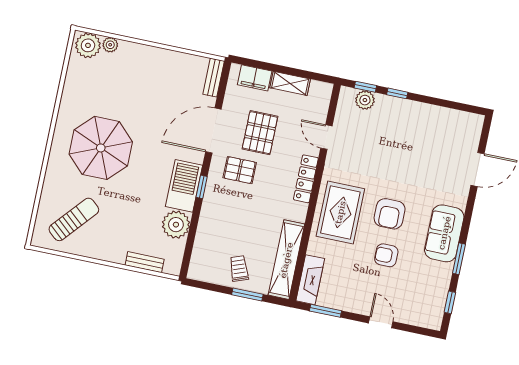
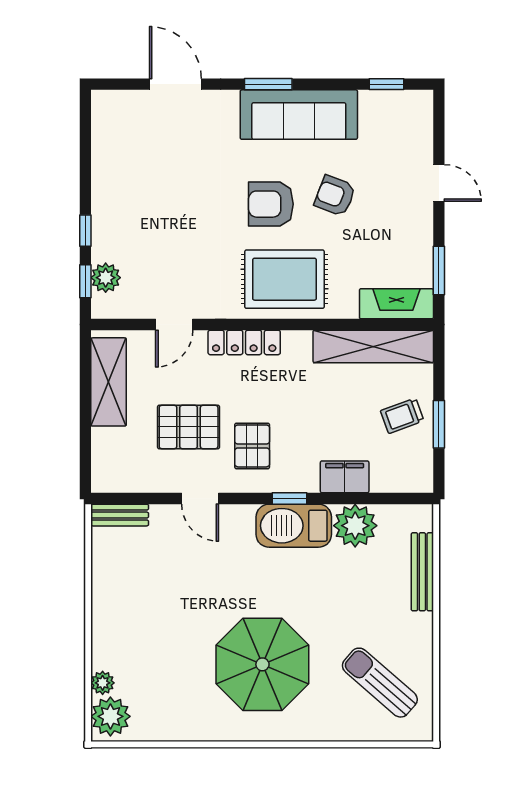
filing cabinet: (255, 78) -> (345, 477), moved, turned -90
shelving: (290, 83) -> (108, 382), width x1.50, depth x1.33
door: (213, 130) -> (200, 498), width x0.53
armchair: (390, 214) -> (271, 204), turned 180
sofa: (444, 233) -> (299, 115), width x1.36
armchair: (386, 255) -> (335, 196), turned 111
window: (459, 259) -> (268, 84), moved
bench: (145, 262) -> (422, 572), width x1.36
window: (247, 294) -> (439, 424), moved
door: (381, 322) -> (439, 183), swing flipped

